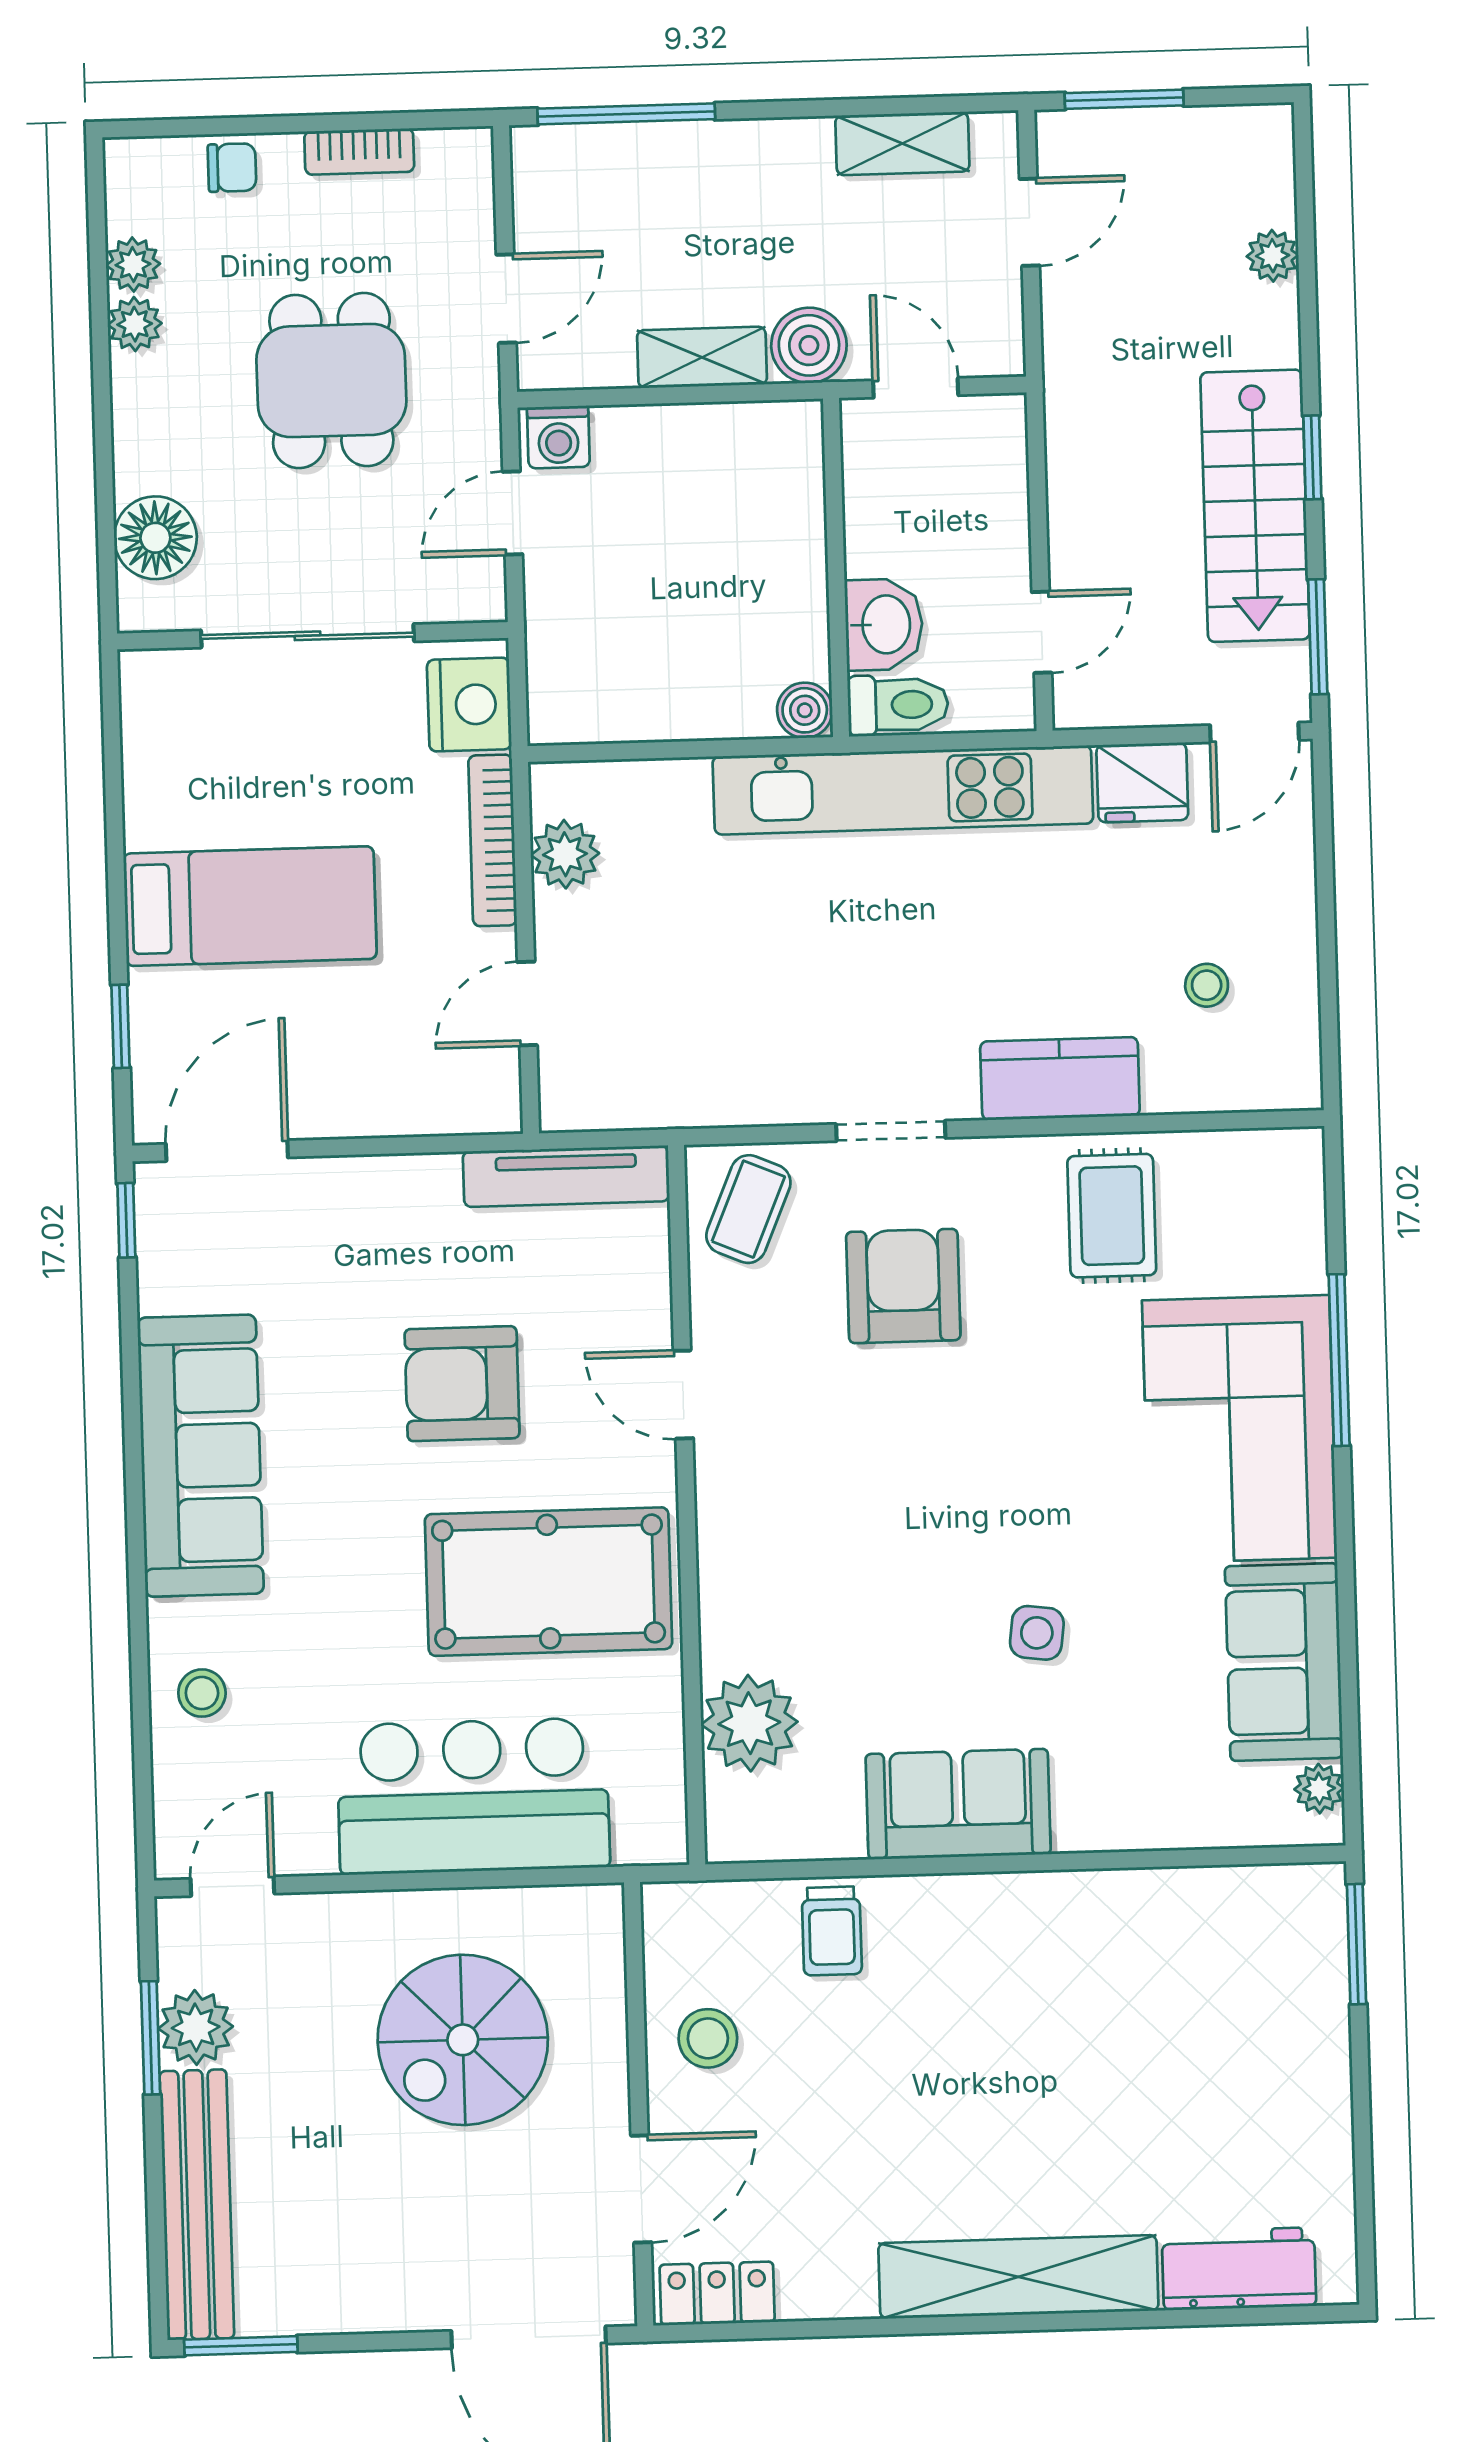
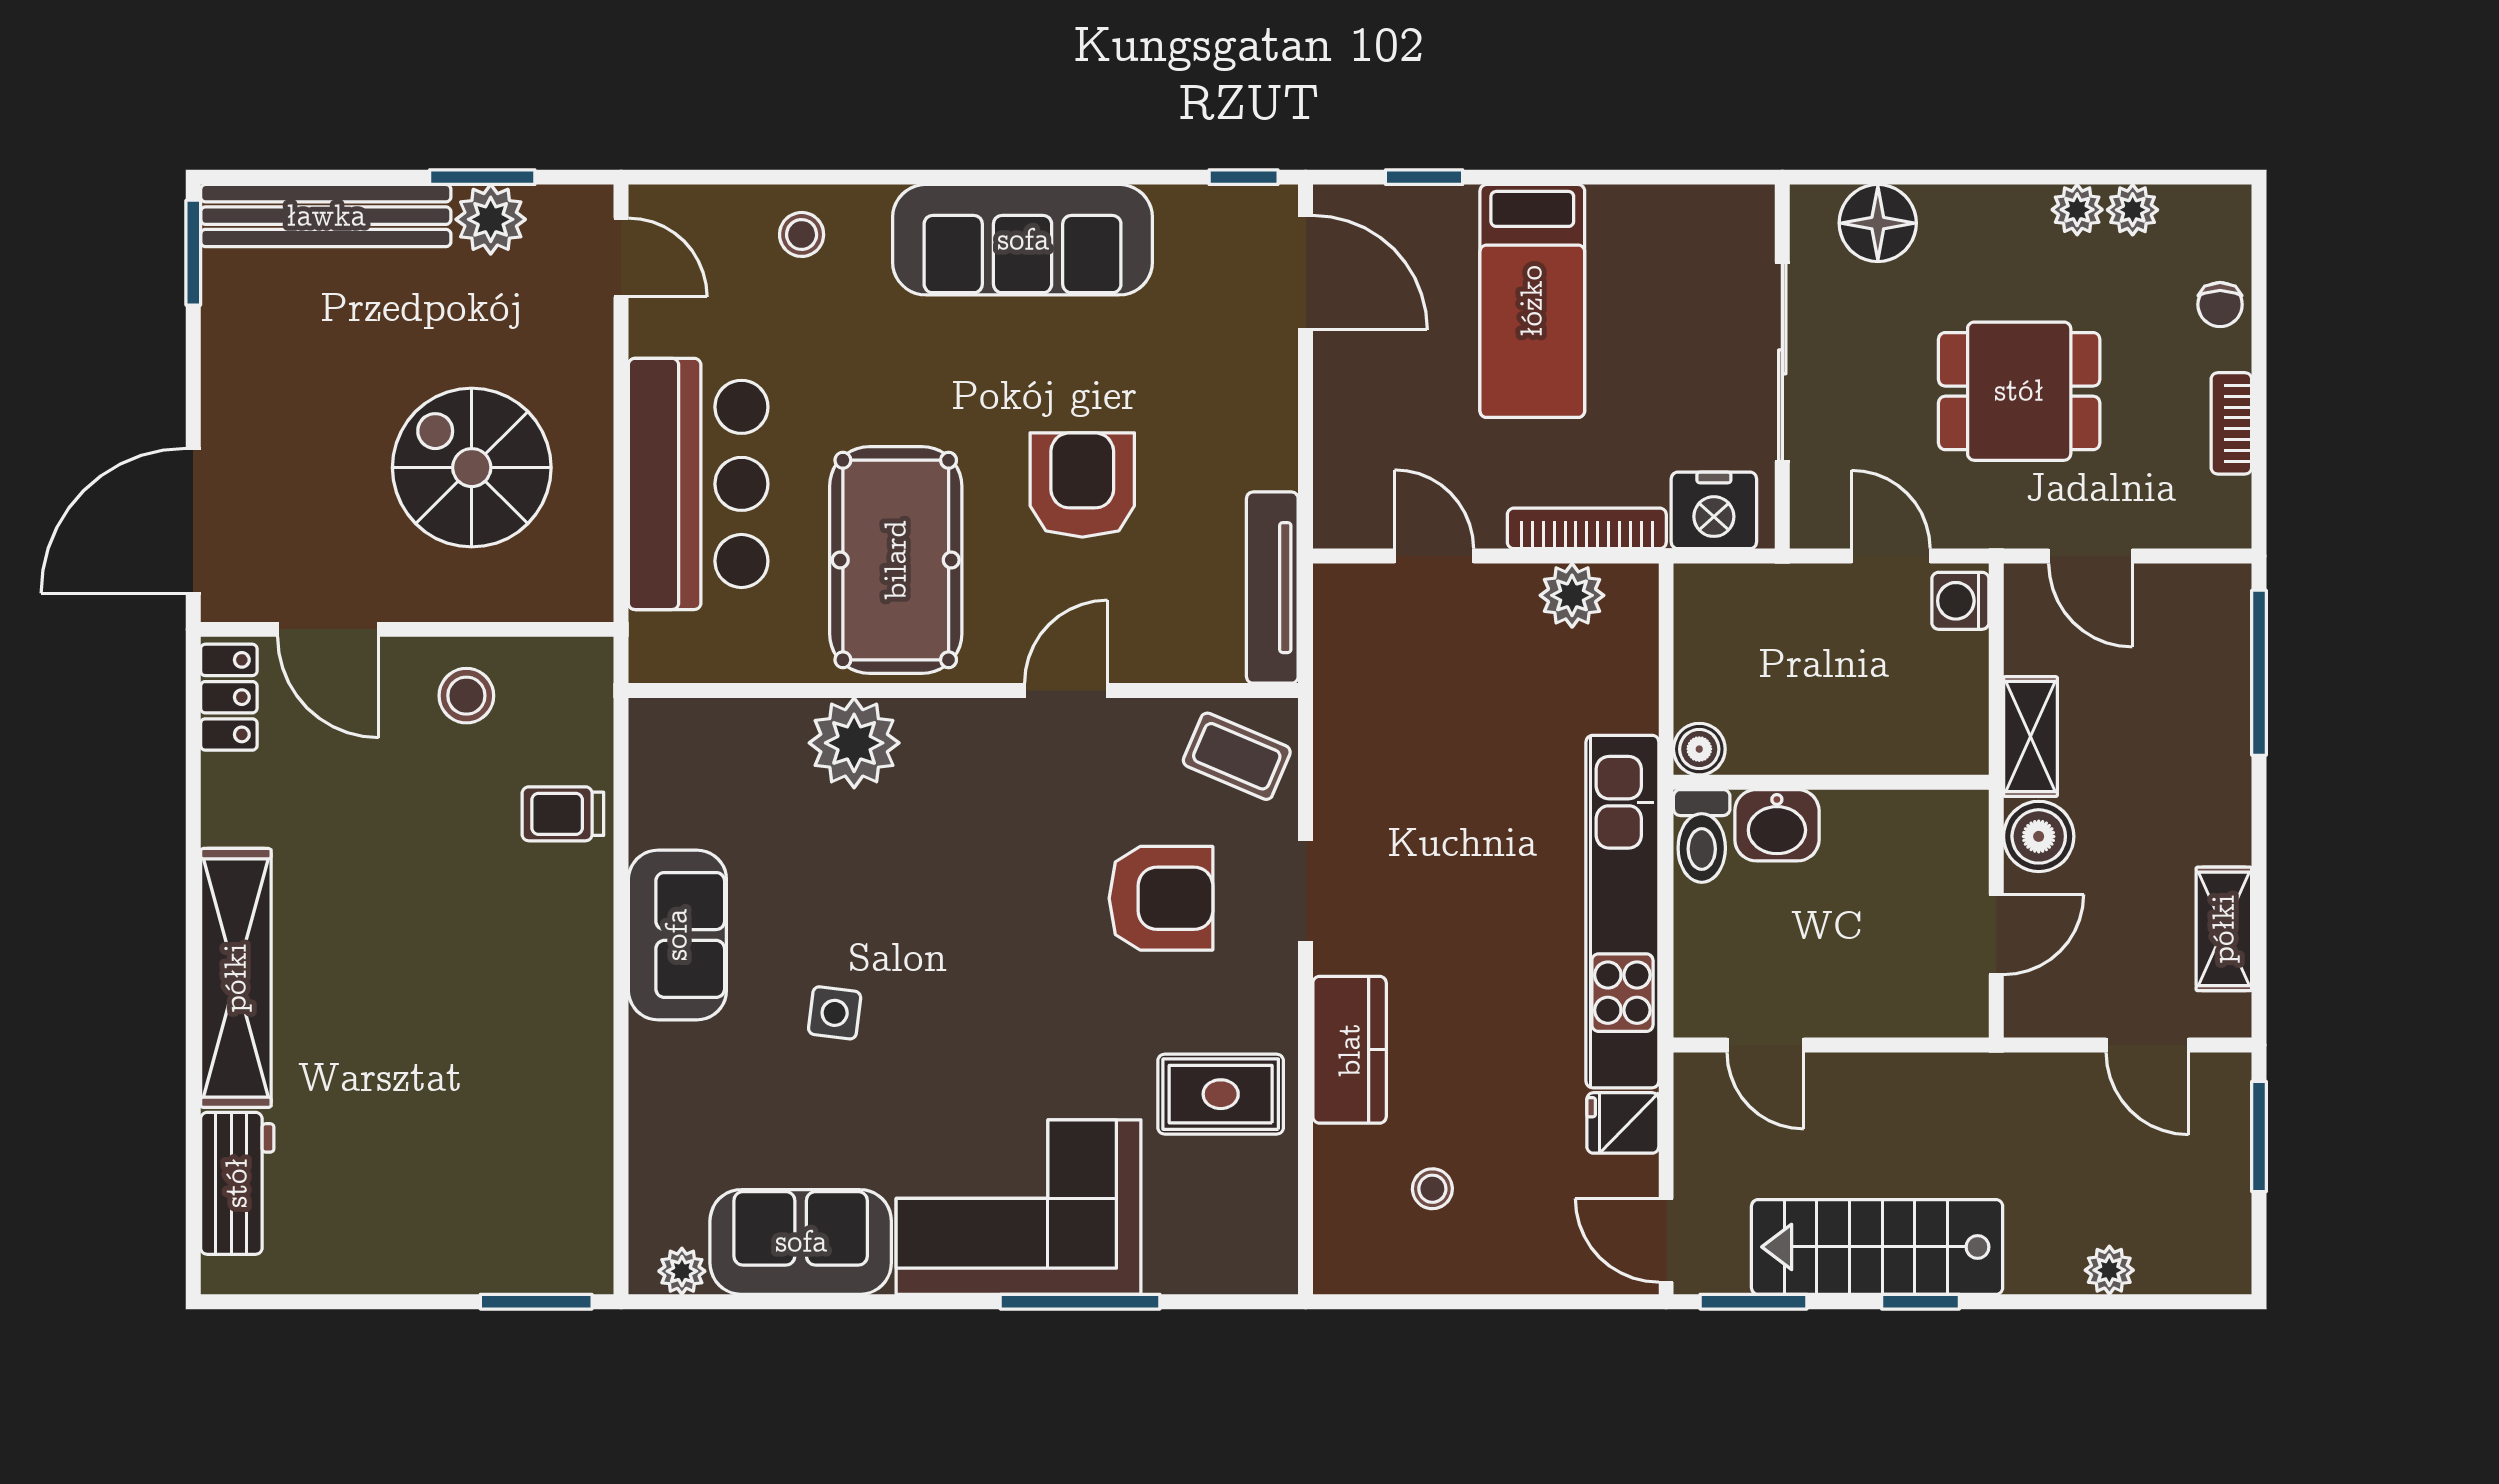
wall: (836, 568) -> (1831, 782), moved
washbasin: (884, 624) -> (1777, 825), moved
toilet: (898, 705) -> (1702, 836), moved
boiler: (805, 710) -> (1699, 749), moved
fridge: (1142, 782) -> (1623, 1123), width x0.72
plant: (749, 1723) -> (854, 743), moved

